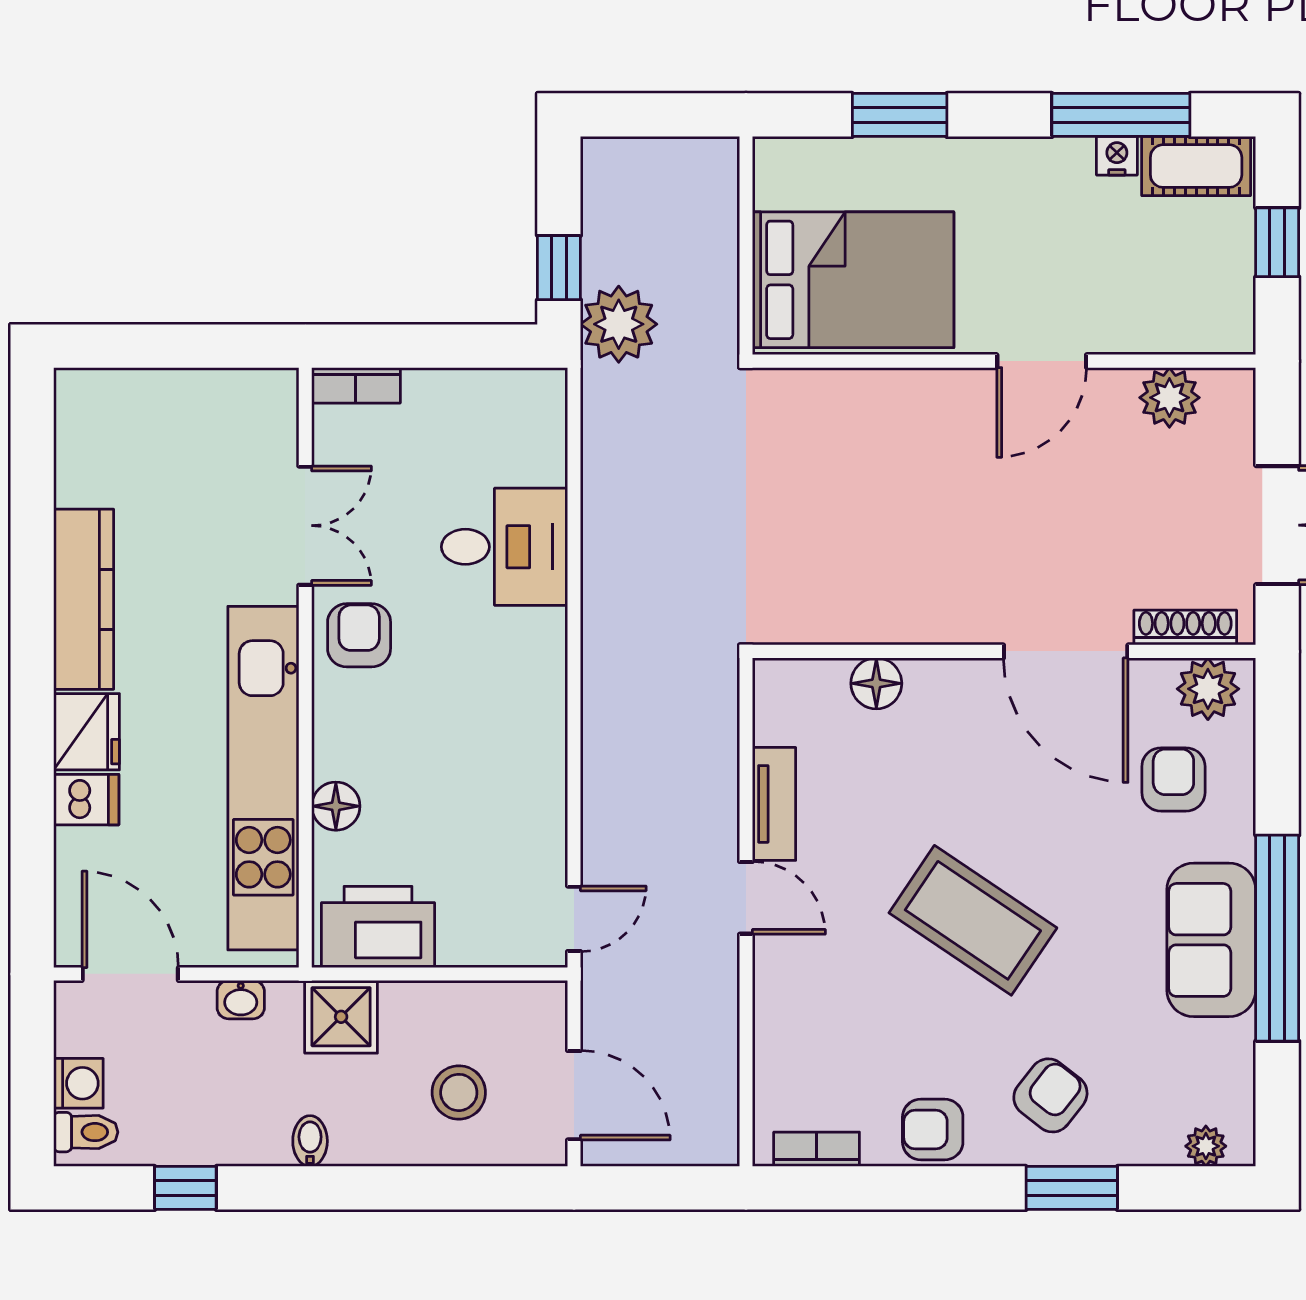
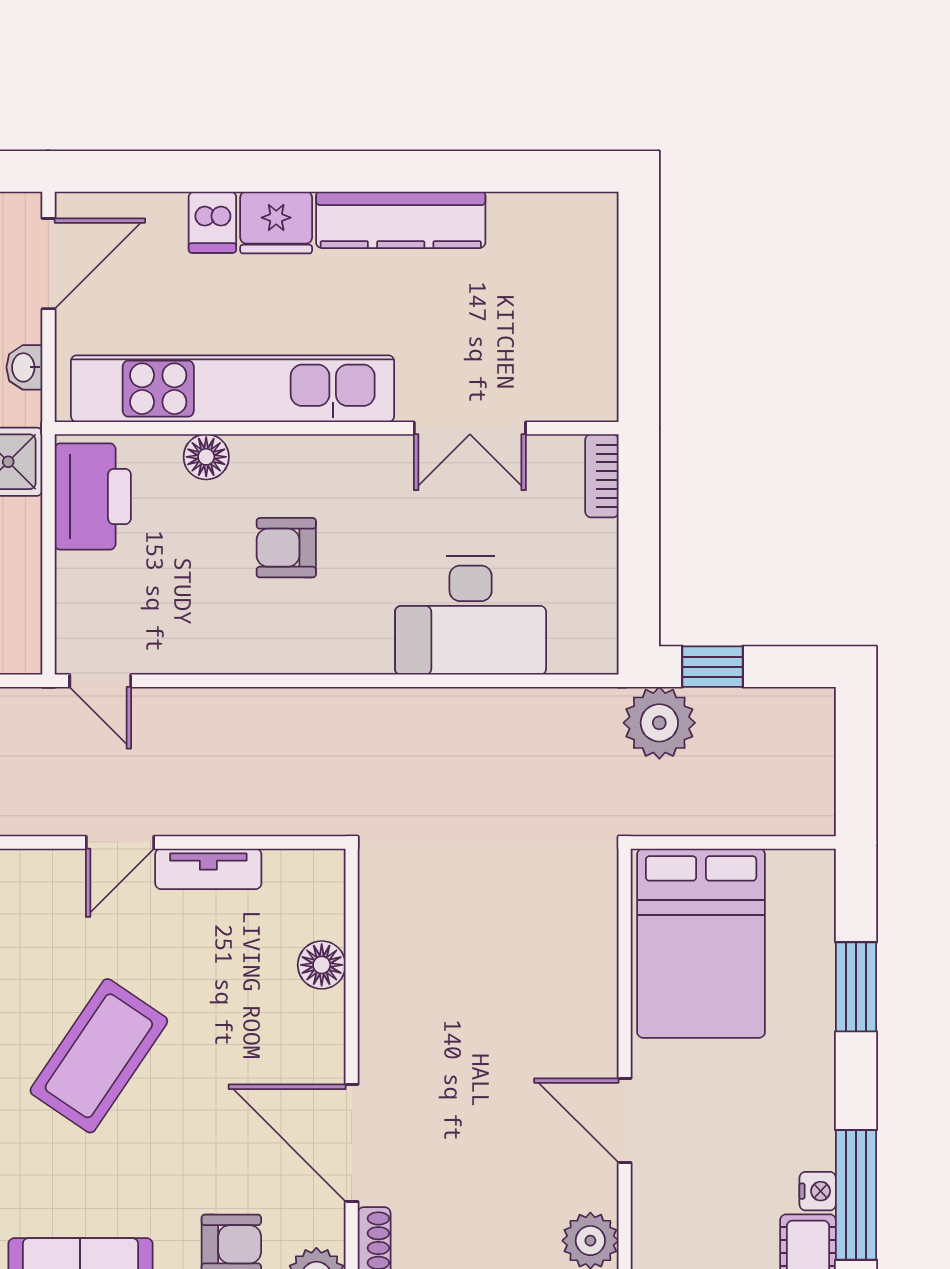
desk: (504, 547) -> (471, 615), width x1.37
armchair: (359, 635) -> (286, 548), moved, turned 180
door: (1066, 651) -> (352, 1143), hinge flipped

